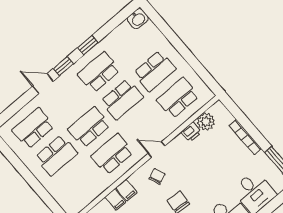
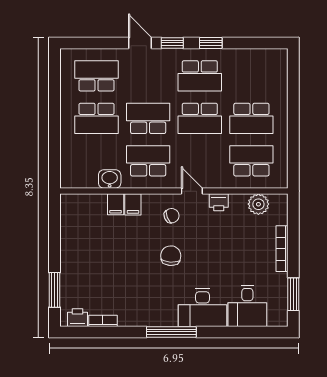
washbasin: (138, 19) -> (110, 179), moved, turned 180
school desk: (99, 72) -> (200, 76), turned 180
printer: (191, 132) -> (219, 202), moved

